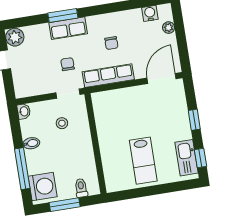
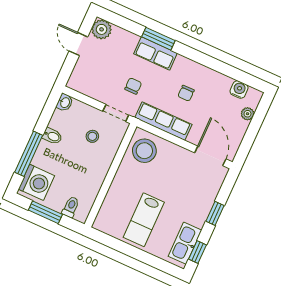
door: (162, 78) -> (210, 156), hinge flipped
stool: (109, 108) -> (144, 151), added

